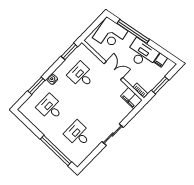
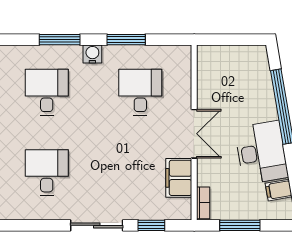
corner desk: (110, 34) -> (244, 76), removed
window: (69, 51) -> (126, 40), moved
filing cabinet: (131, 98) -> (179, 178), moved
window: (131, 116) -> (151, 225), added

